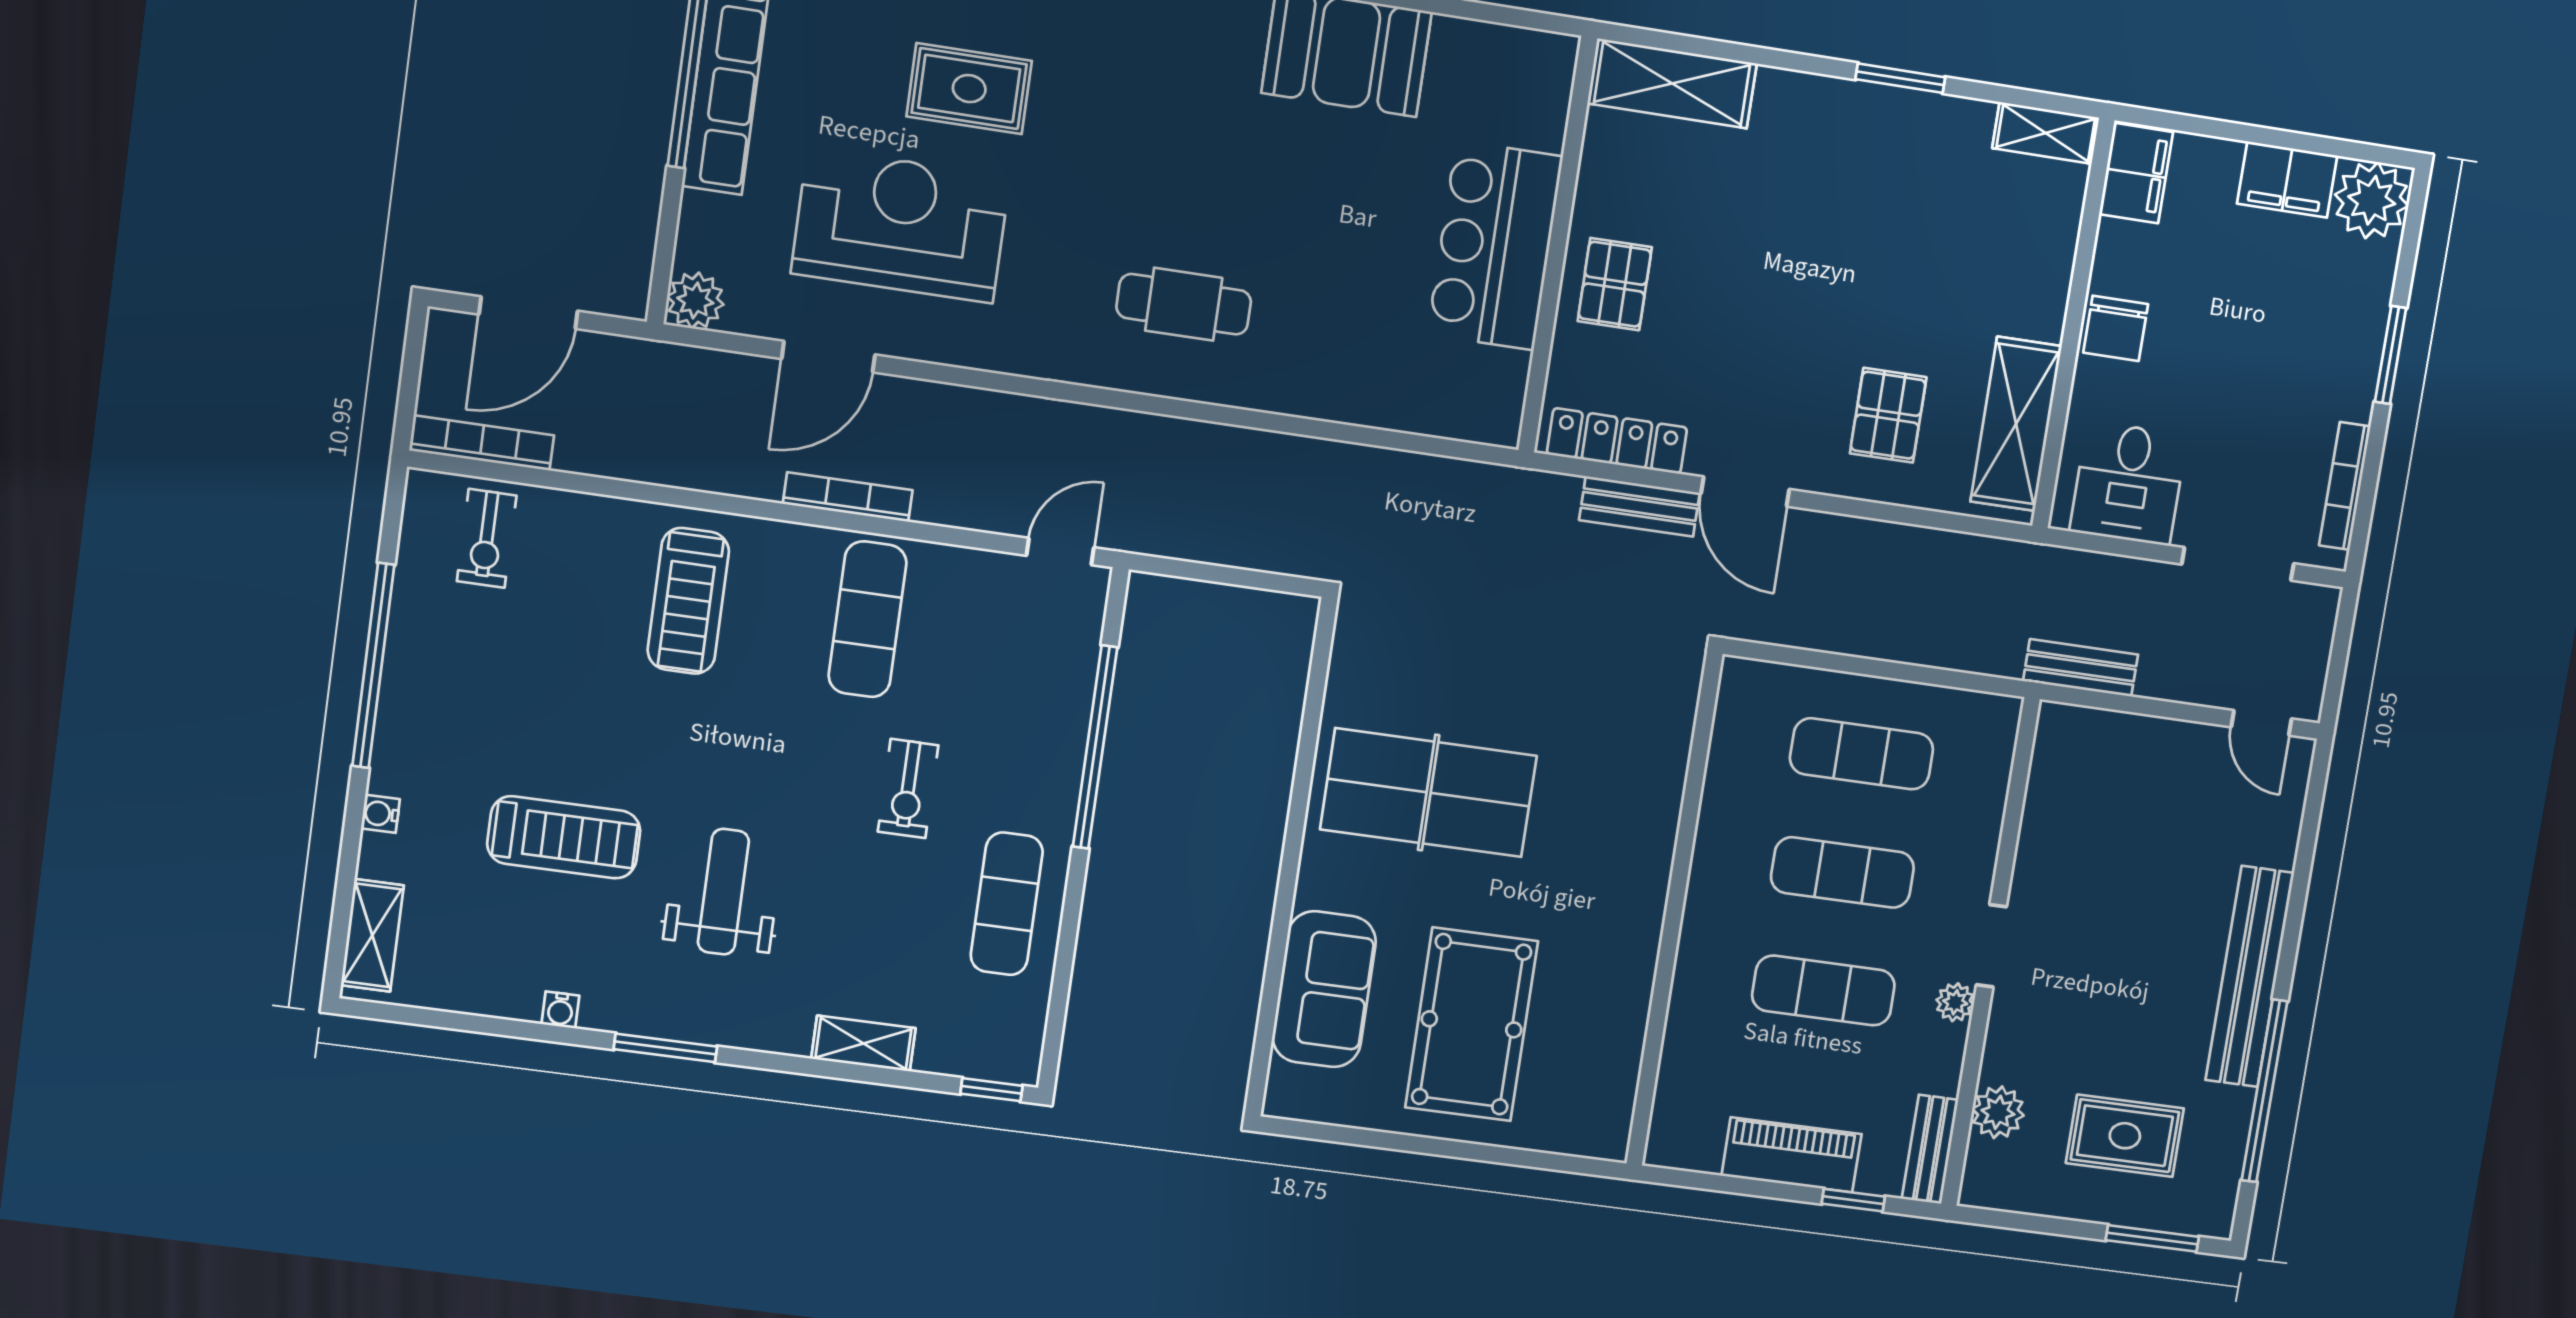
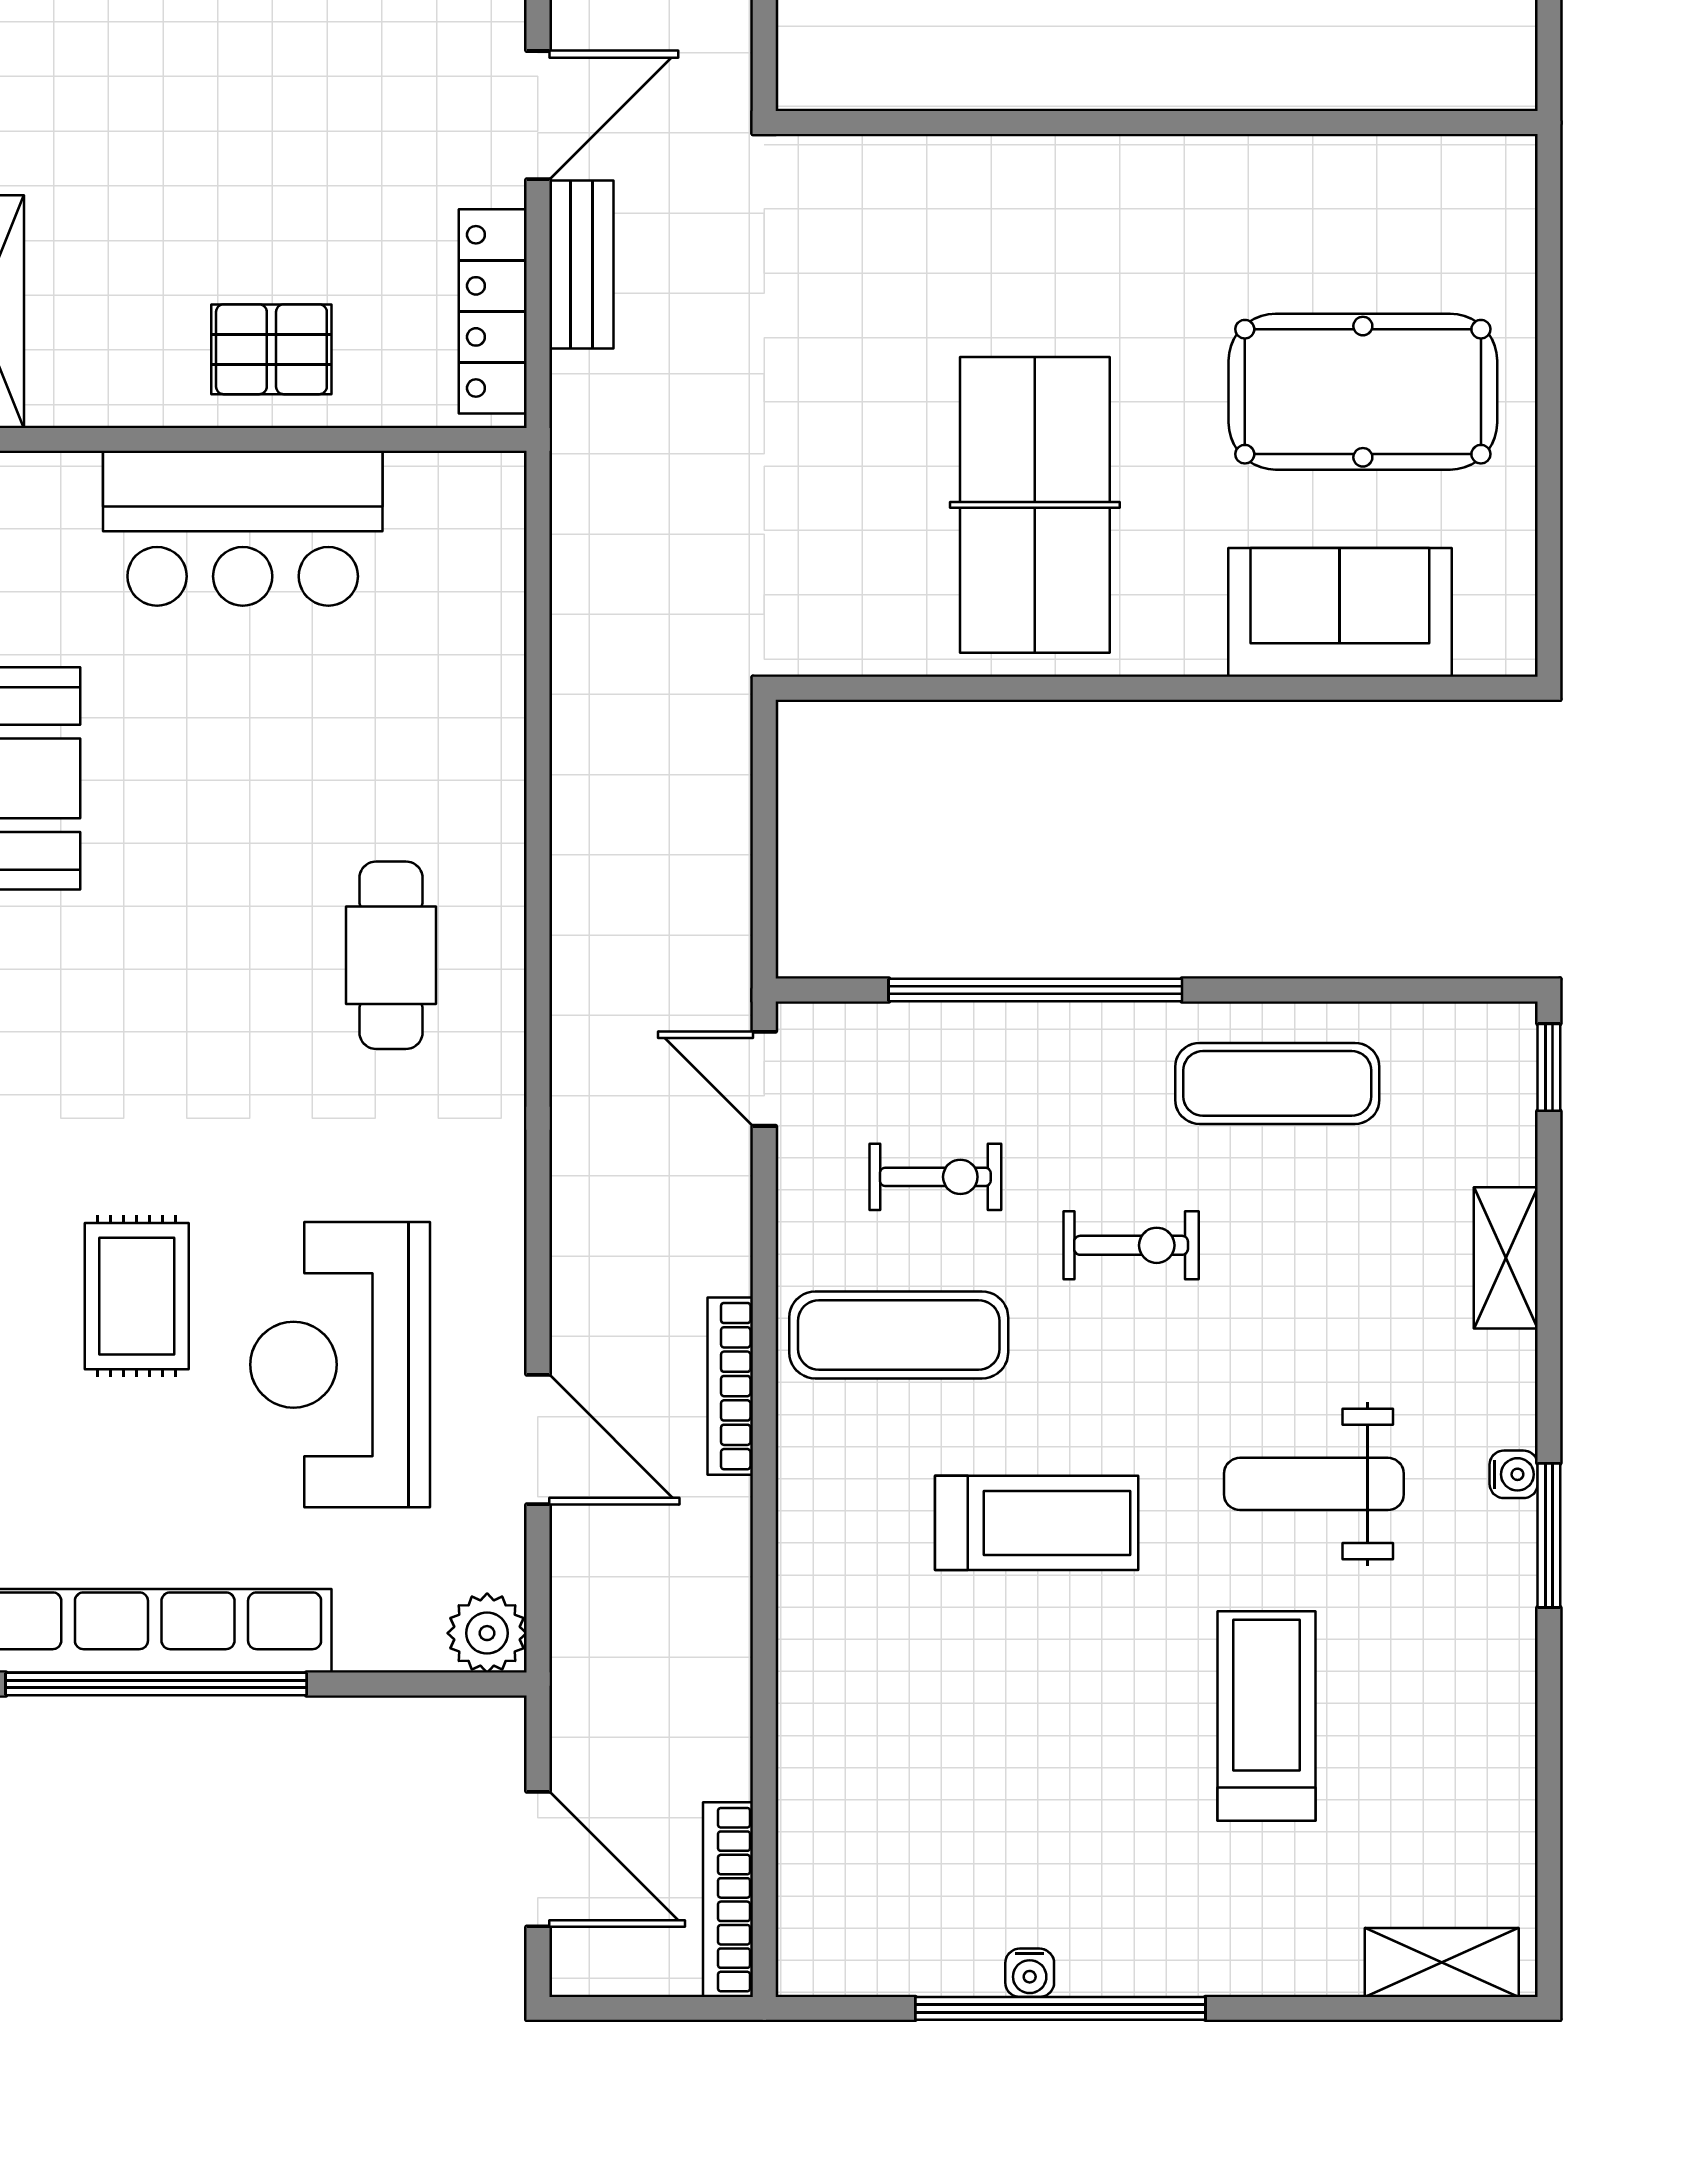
exercise bike: (487, 538) -> (935, 1177), moved
treadmill: (688, 601) -> (1037, 1523), moved
water cooler: (380, 814) -> (1030, 1973), moved
water cooler: (560, 1010) -> (1514, 1474), moved

